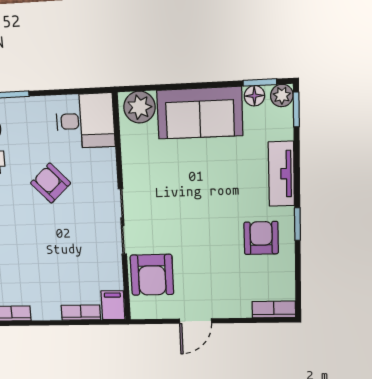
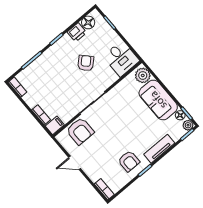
armchair: (261, 238) -> (129, 161), turned 90
armchair: (152, 275) -> (80, 131), turned -90

